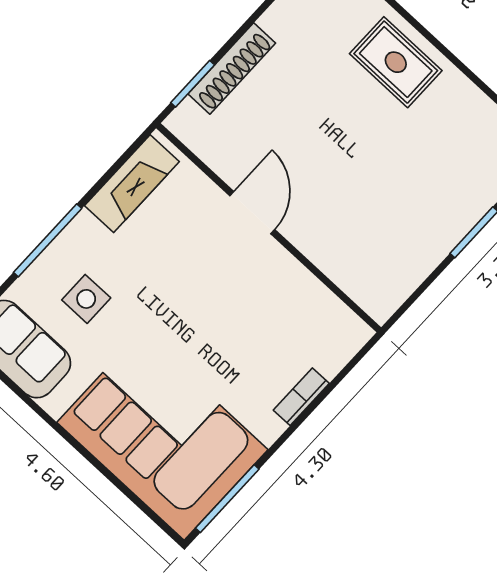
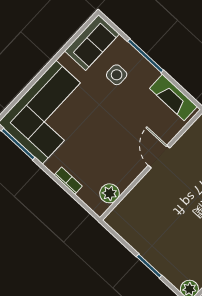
door: (252, 213) -> (159, 157), swing flipped
plant: (327, 313) -> (110, 193), added

